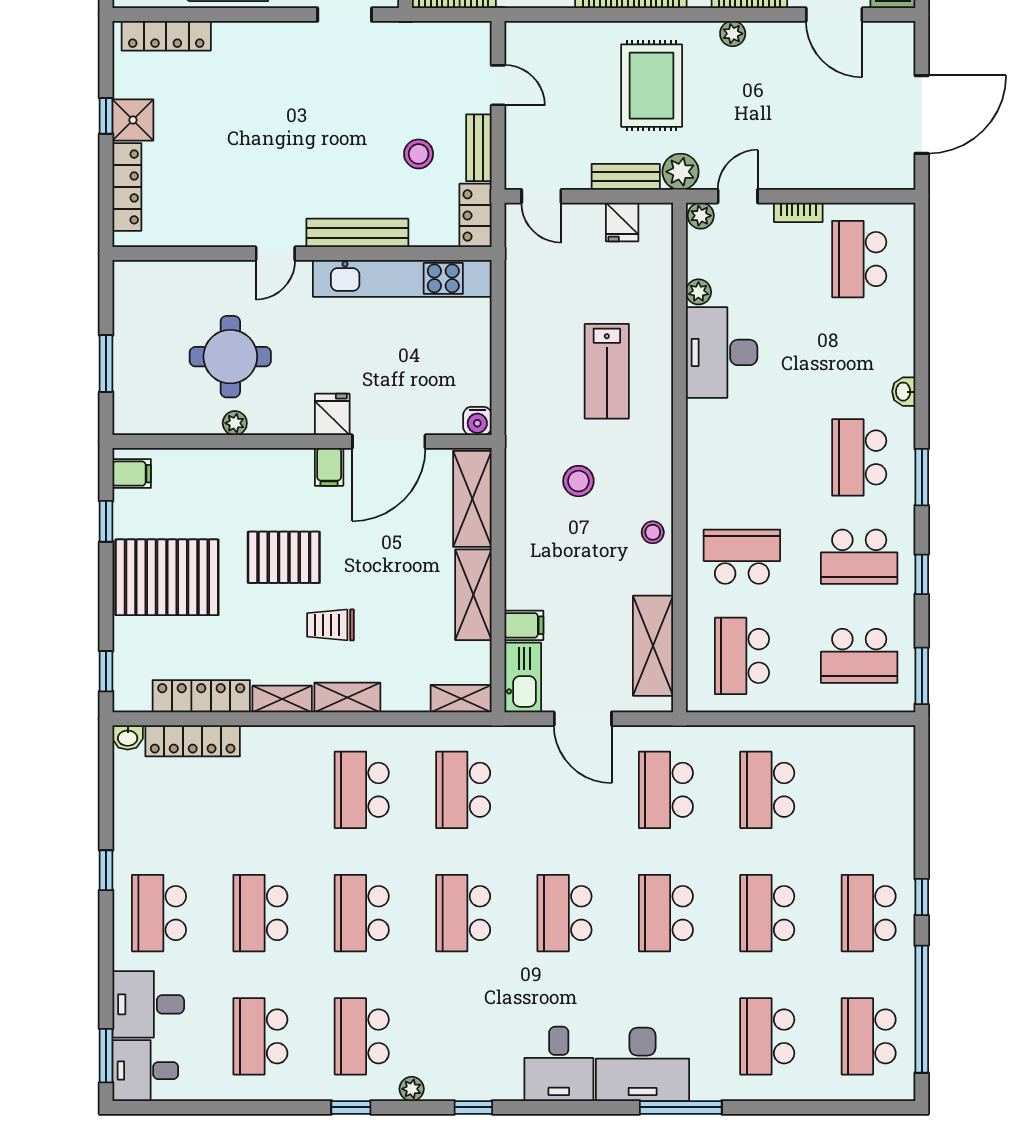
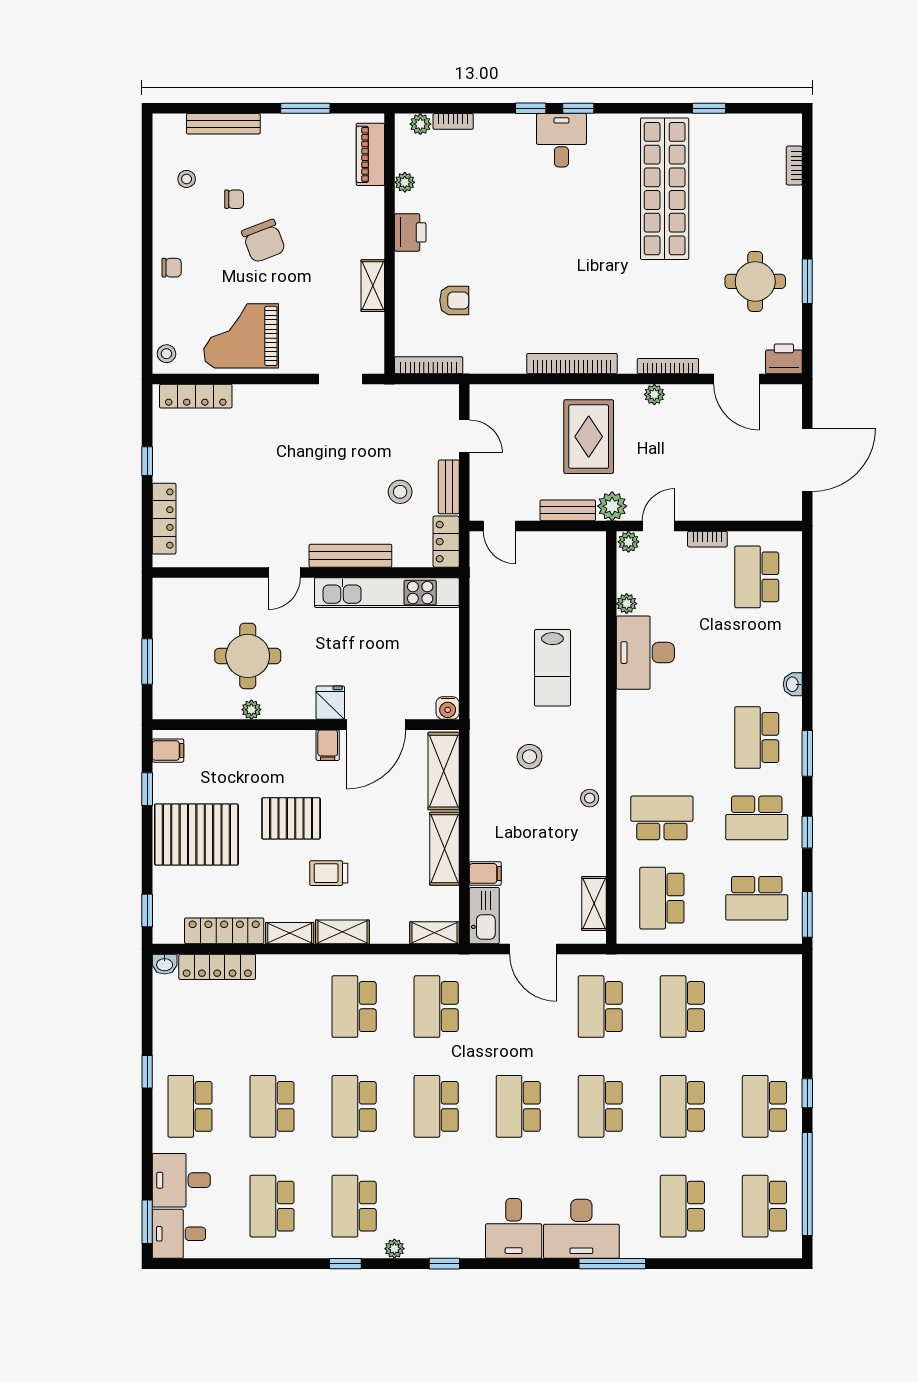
shower: (133, 120) -> (169, 464), removed
fridge: (622, 222) -> (565, 547), removed
shelving: (653, 646) -> (594, 904), width x0.67, depth x0.75

